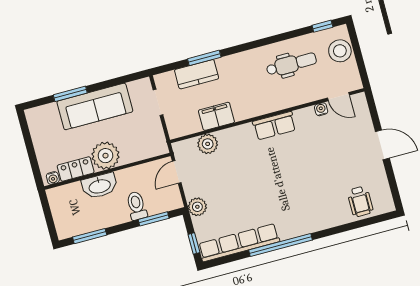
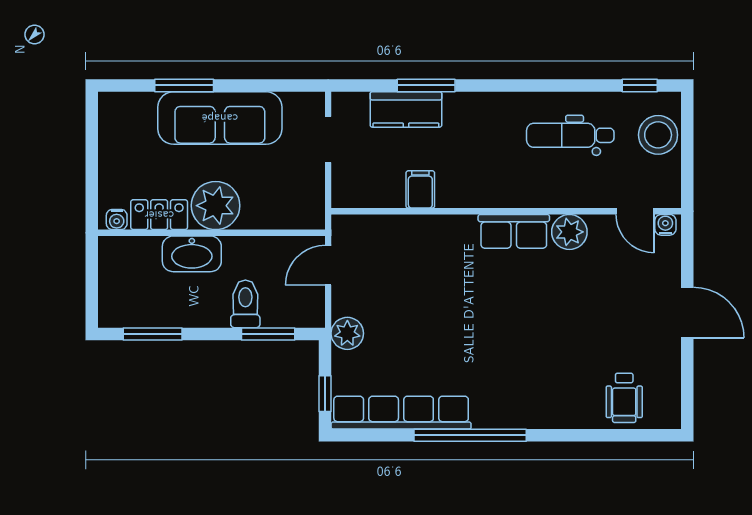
dental chair: (291, 64) -> (570, 135), turned 180
water cooler: (321, 109) -> (665, 225), moved
filing cabinet: (216, 116) -> (420, 189), width x0.50
plant: (208, 144) -> (569, 232), moved

